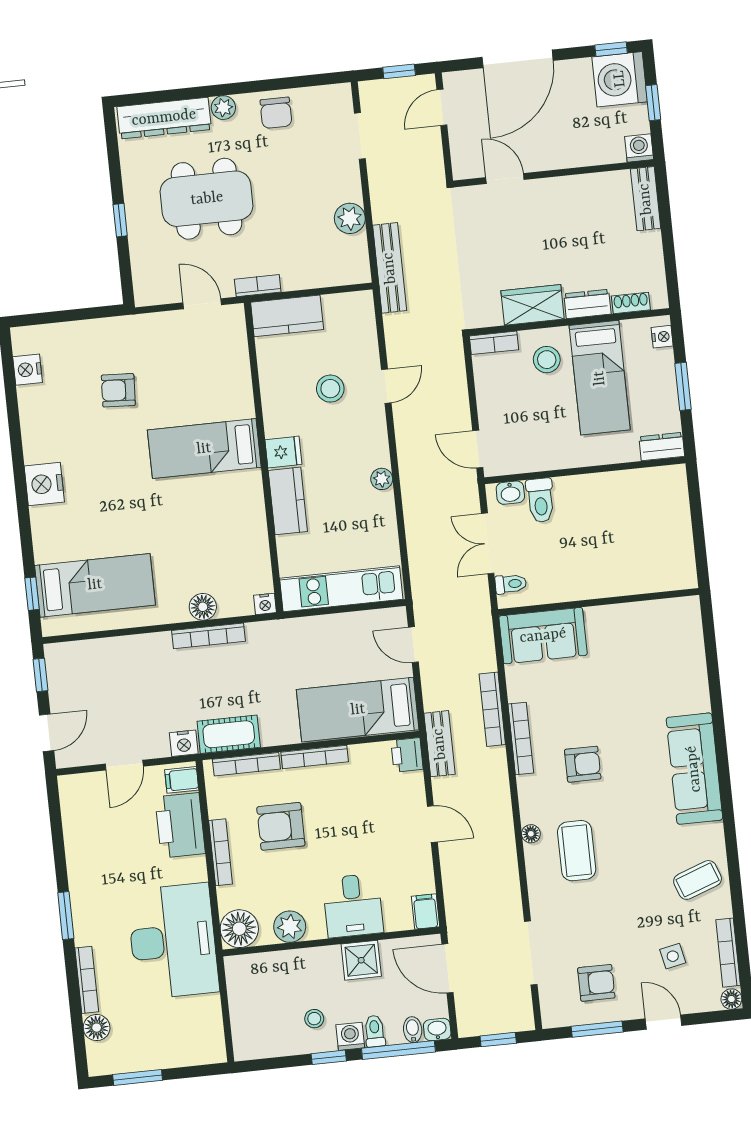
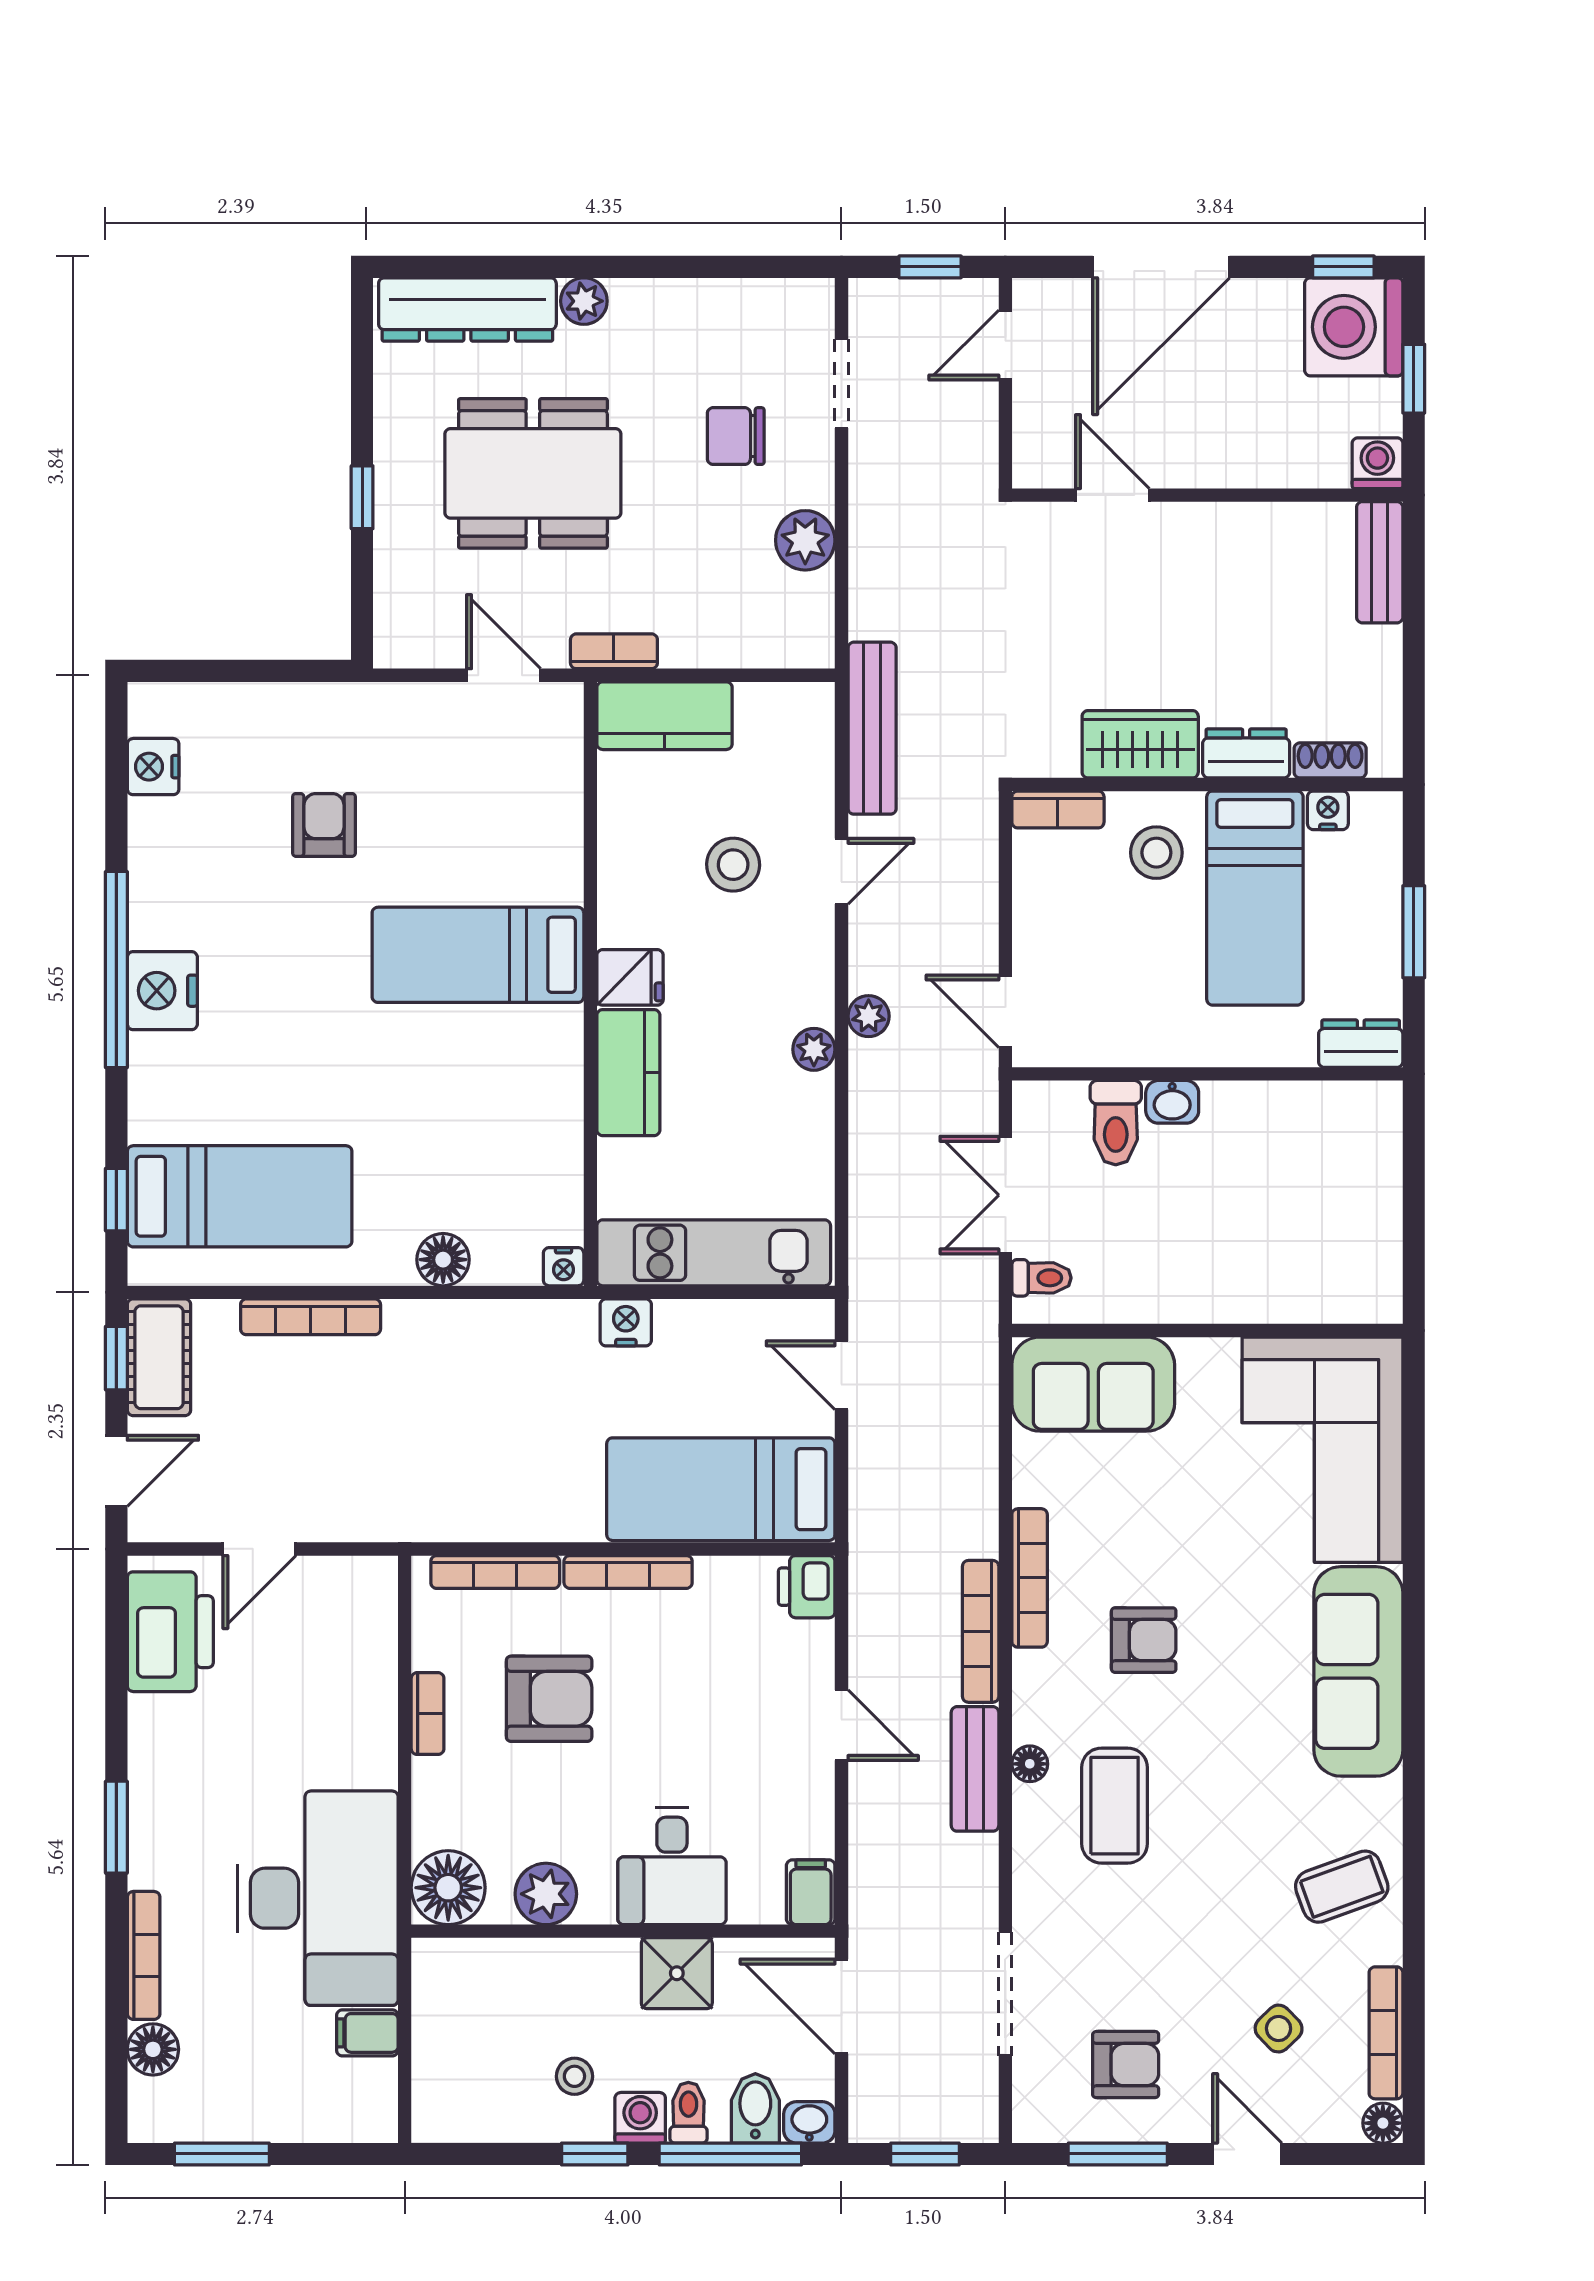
chair: (276, 113) -> (736, 436), moved, turned 90
bench: (390, 268) -> (872, 728), moved
nightstand: (662, 337) -> (1328, 810), moved, turned -90
armchair: (118, 390) -> (324, 825), turned 87
plant: (408, 459) -> (869, 1016), added
window: (20, 476) -> (116, 970), added
washbasin: (510, 493) -> (1172, 1102), moved
bookcase: (208, 636) -> (311, 1317), moved
corner sofa: (664, 657) -> (1322, 1450), added
bookcase: (492, 709) -> (981, 1631), moved
cot: (229, 734) -> (159, 1357), moved, turned 90
nightstand: (184, 743) -> (626, 1322), moved, turned 180
bench: (440, 744) -> (975, 1769), moved
filing cabinet: (182, 780) -> (367, 2033), moved
printer: (180, 825) -> (170, 1632), moved, turned 180
armchair: (281, 826) -> (549, 1699), turned 180
bookcase: (221, 852) -> (428, 1714), width x0.64
side table: (673, 956) -> (1279, 2029), turned -32
bidet: (413, 1030) -> (755, 2108), width x1.38, depth x1.36

